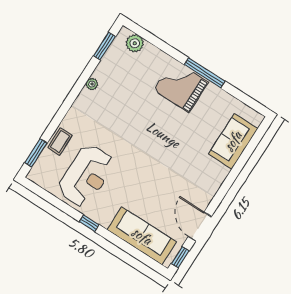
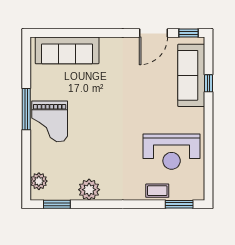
plant: (92, 84) -> (89, 190), width x1.87, depth x1.87
sofa: (233, 141) -> (67, 50), width x1.36
reception desk: (86, 176) -> (172, 152), turned 180
window: (89, 223) -> (208, 83), moved

